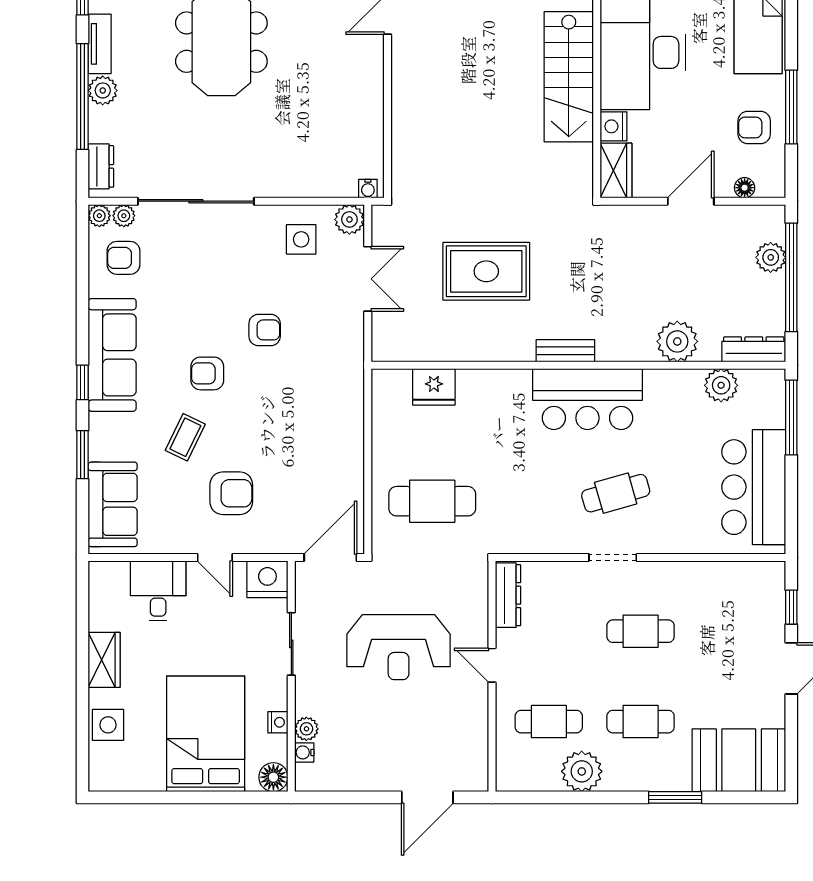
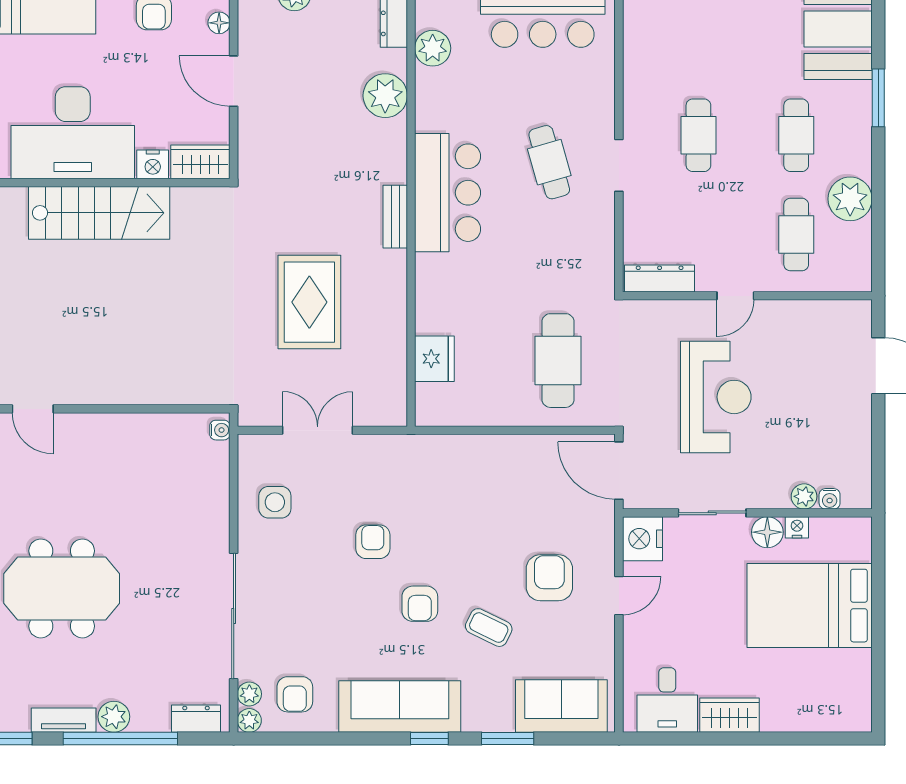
plant: (349, 219) -> (253, 450), removed
desk: (158, 591) -> (667, 700), moved, turned -90
side table: (108, 725) -> (800, 711), removed
floor lamp: (273, 777) -> (767, 532), moved

